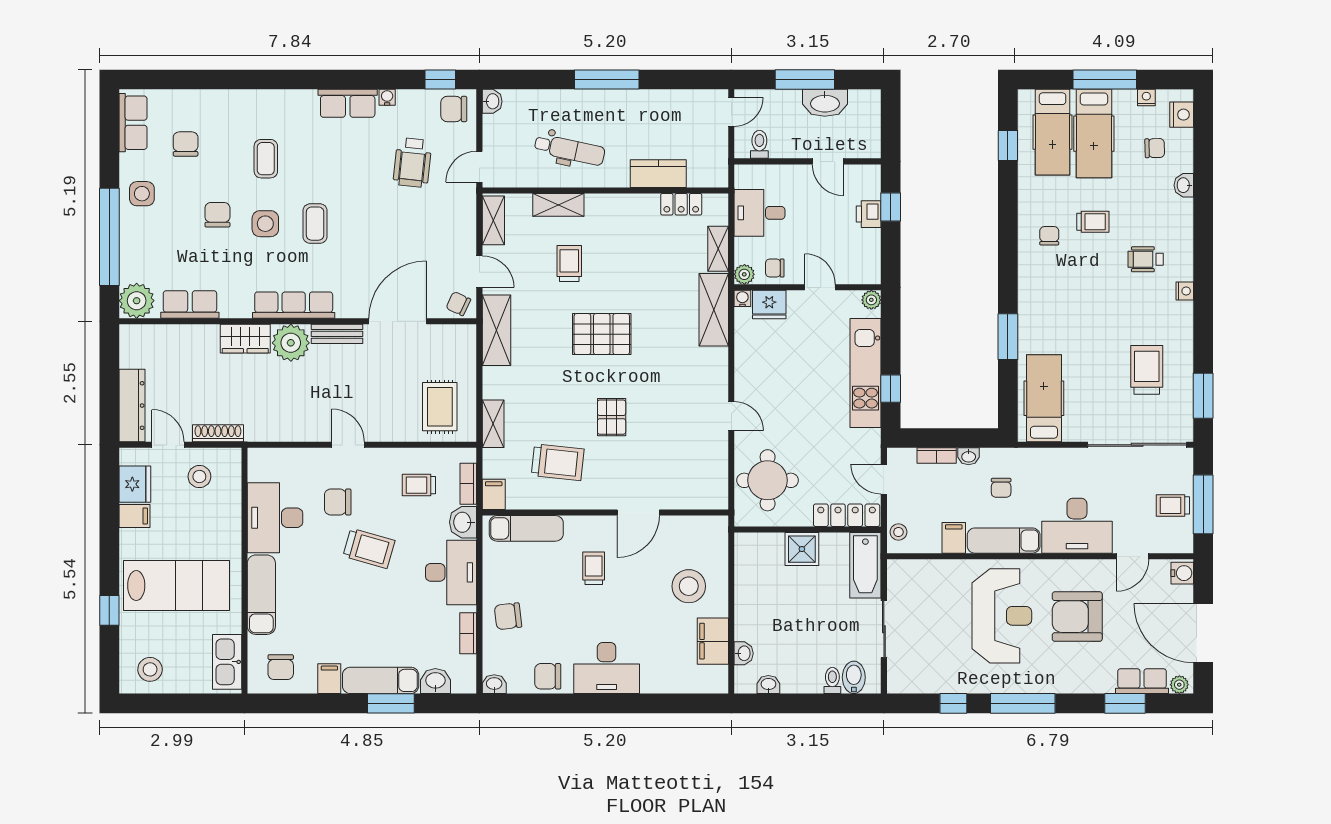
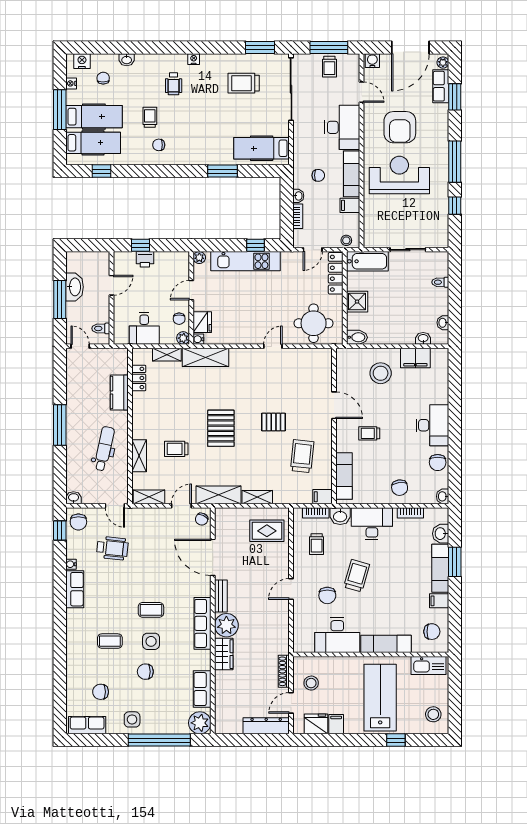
shelving: (493, 424) -> (257, 497), moved
bidet: (854, 677) -> (357, 337), moved, turned 180

